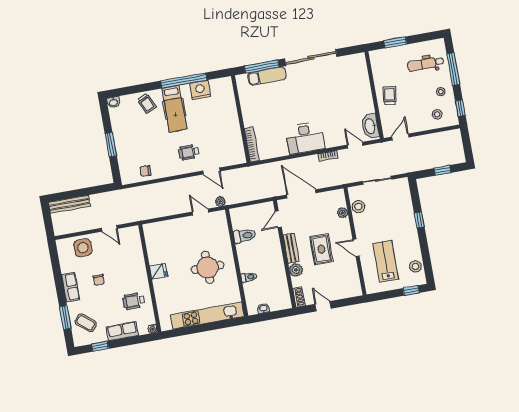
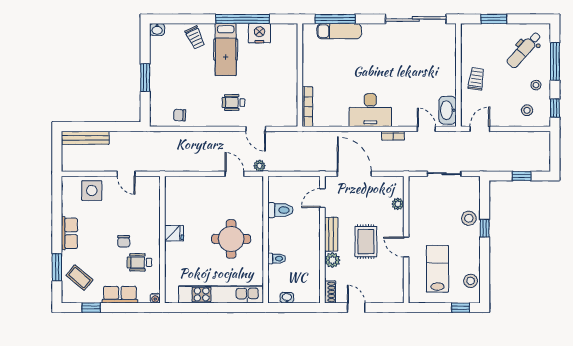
sliding door: (311, 58) -> (416, 19), moved
dental chair: (425, 64) -> (524, 50), turned -48
stool: (358, 207) -> (469, 218), moved
chair: (99, 280) -> (124, 241), moved

